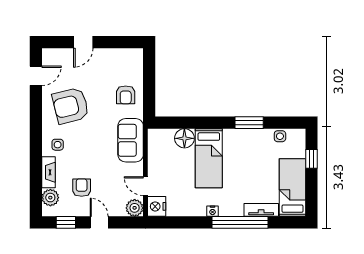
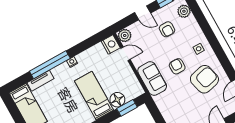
armchair: (126, 95) -> (177, 66), moved
window: (179, 123) -> (127, 108), added
fireplace: (49, 172) -> (194, 27), removed

